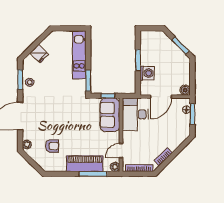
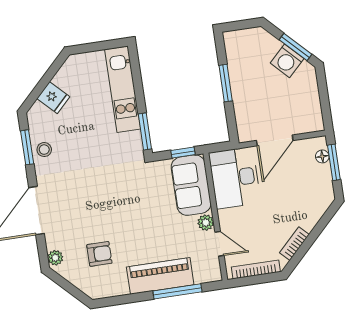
washing machine: (147, 73) -> (287, 61), moved, turned 135
boiler: (185, 90) -> (315, 123), removed
door: (121, 150) -> (220, 244), swing flipped
plant: (115, 167) -> (206, 223), moved

